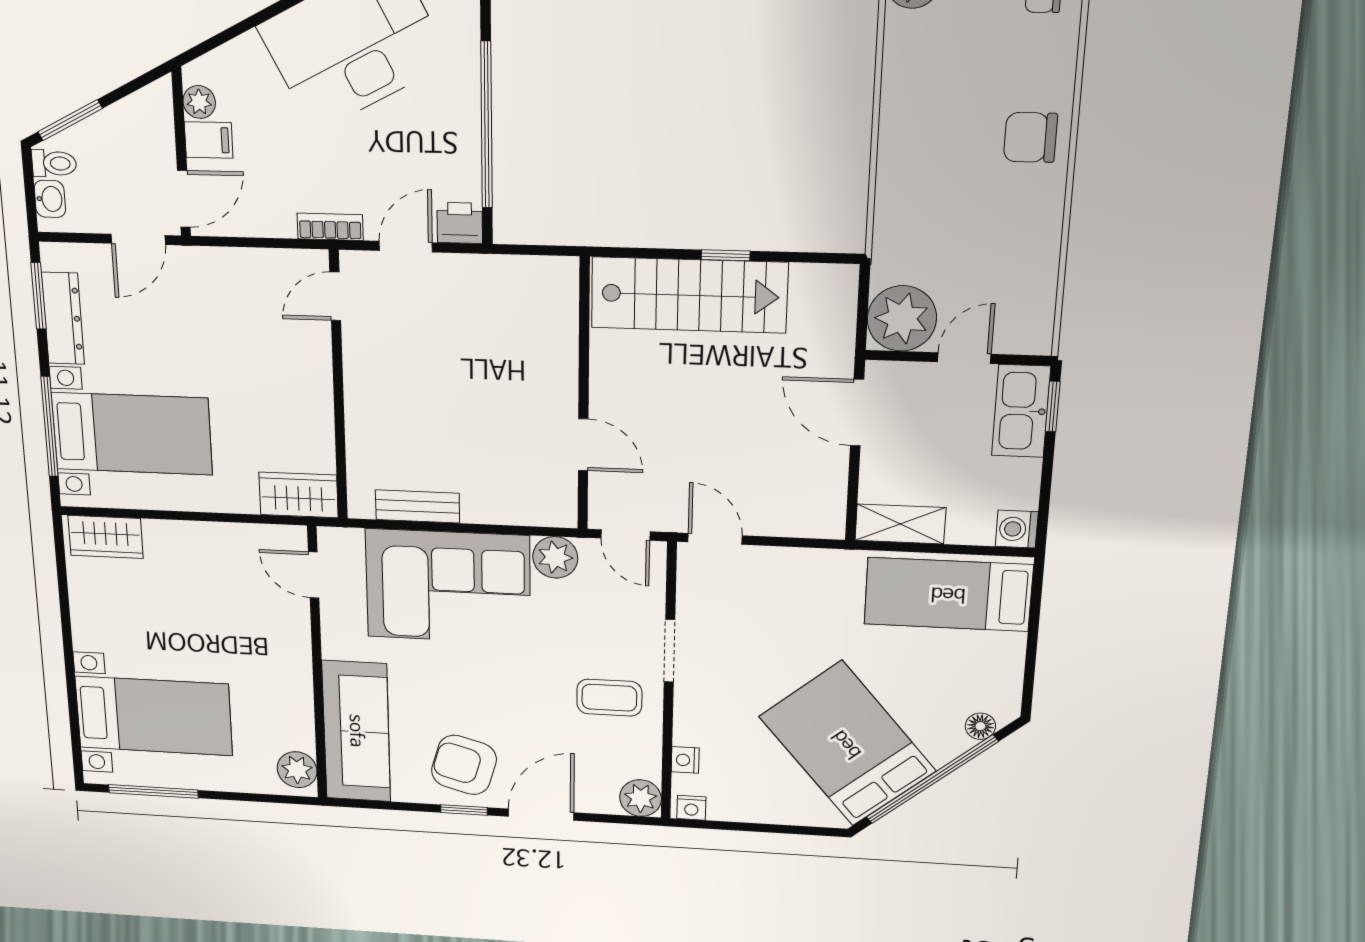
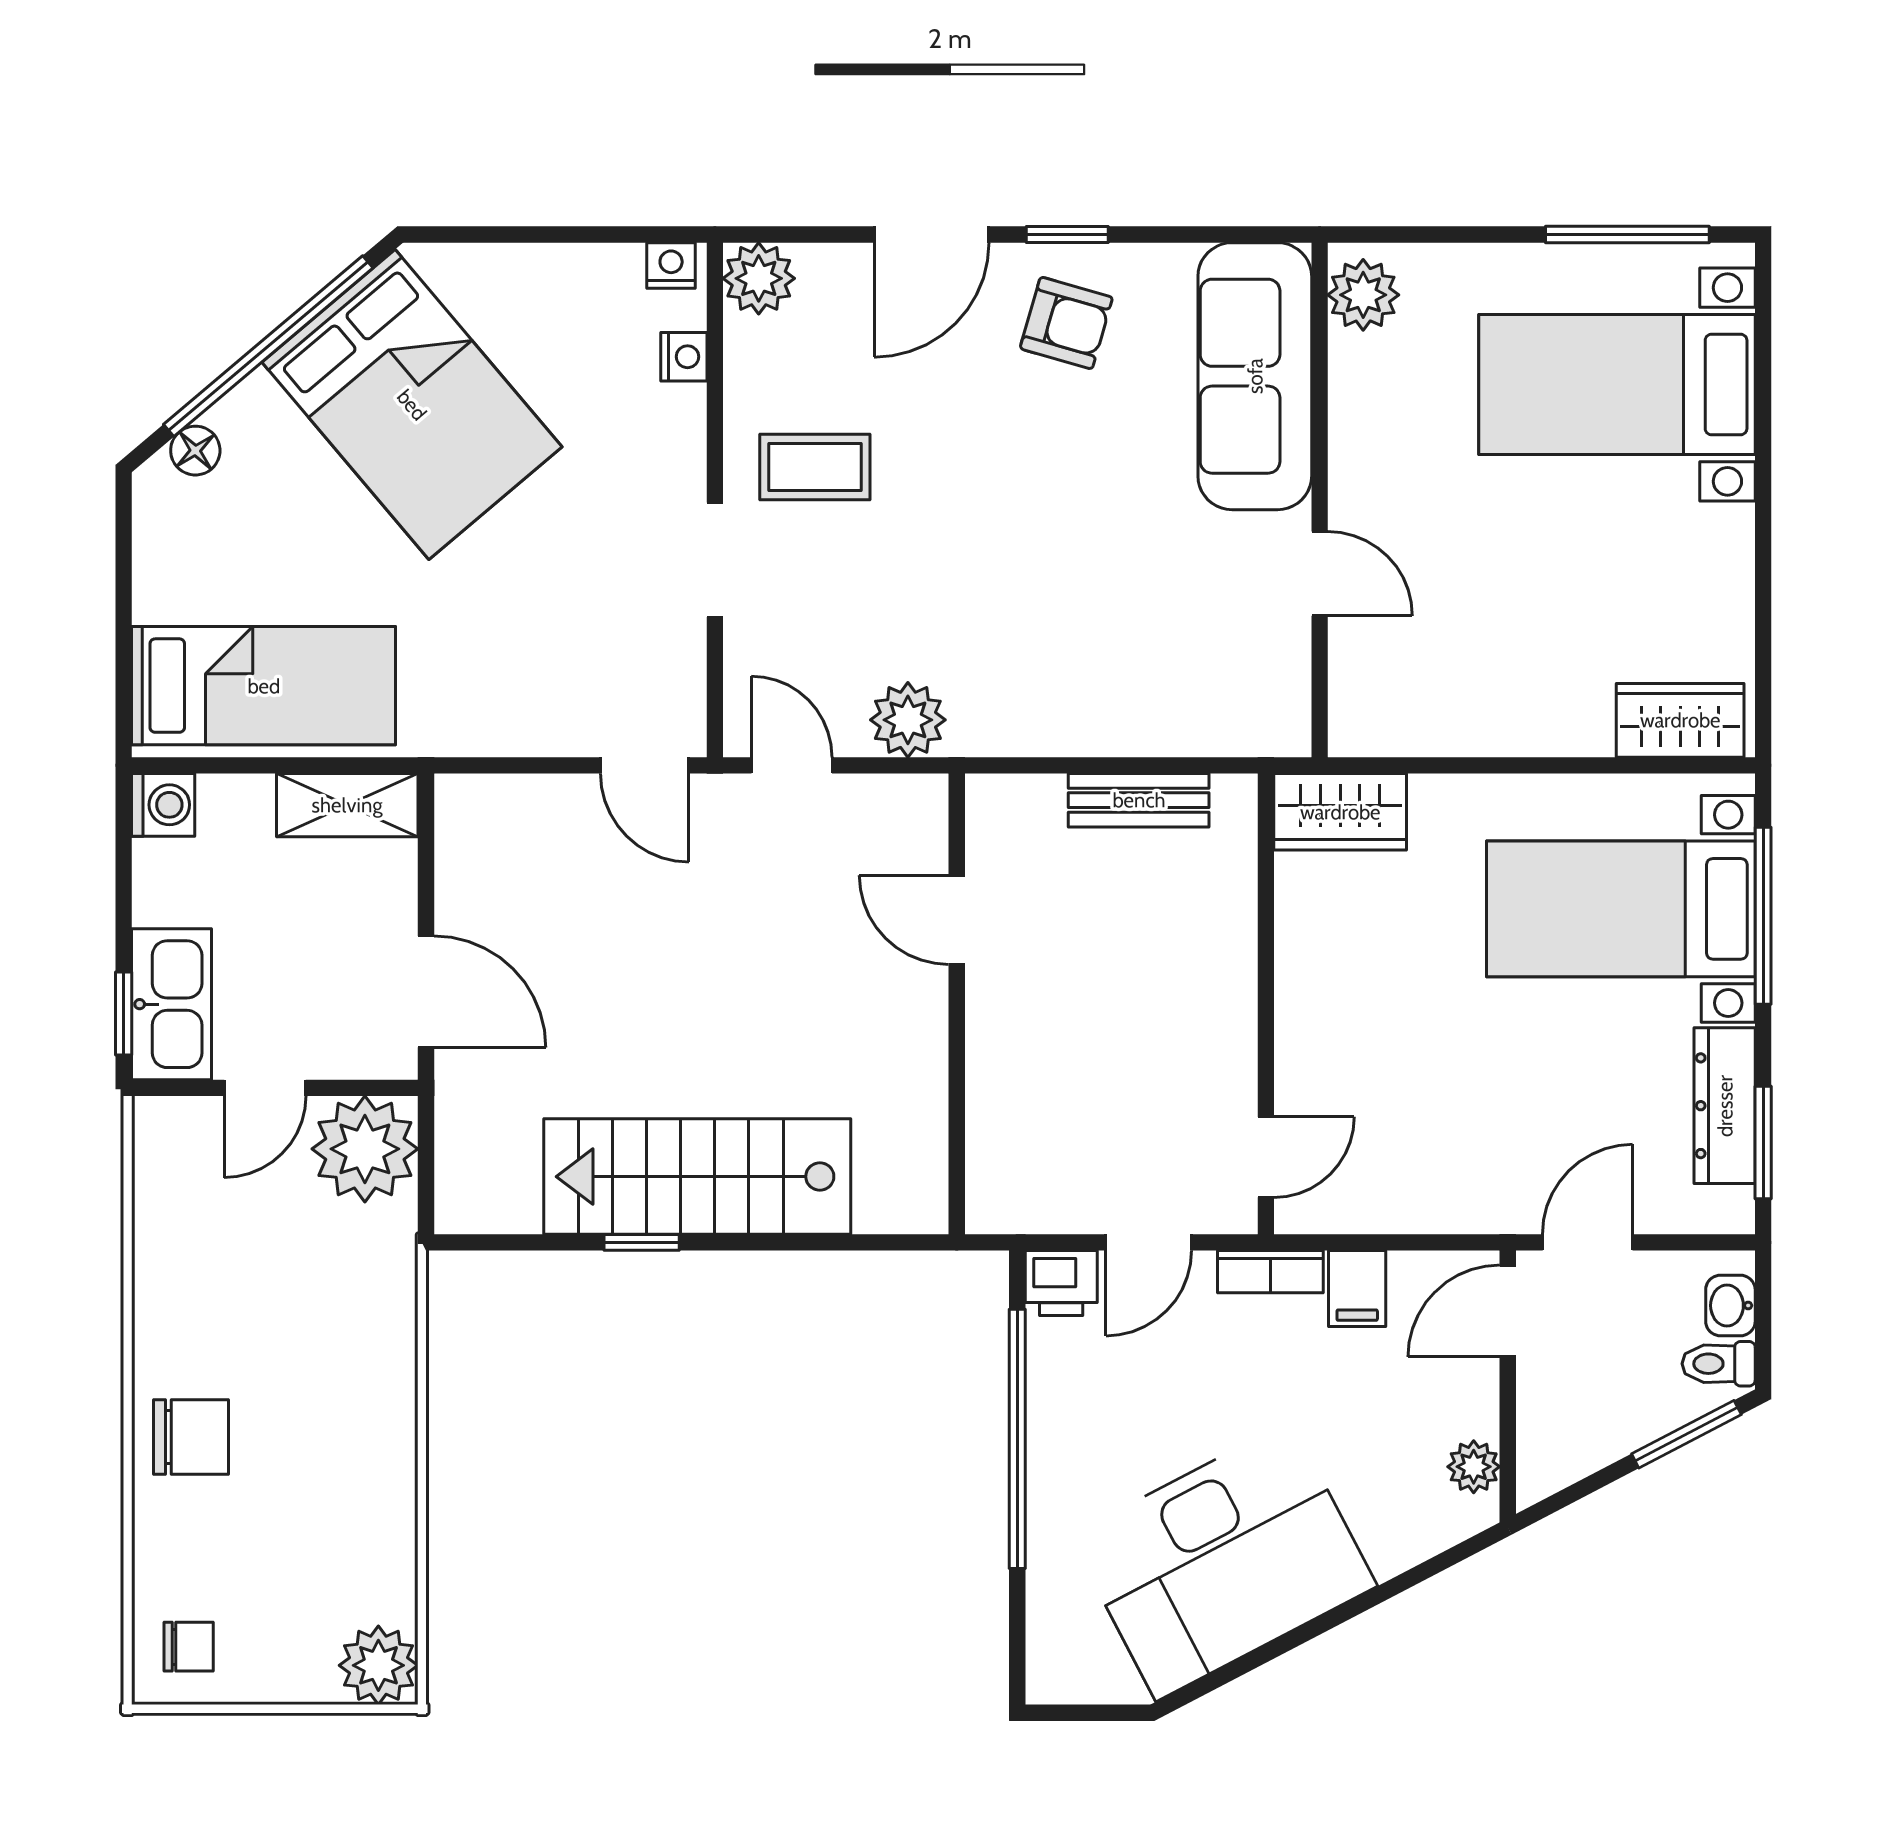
filing cabinet: (209, 140) -> (1357, 1289), moved, turned -90
wall: (584, 396) -> (957, 1004), moved
door: (583, 445) -> (957, 920), moved
door: (314, 575) -> (1320, 574), moved
corner sofa: (448, 586) -> (1090, 658), removed
armchair: (464, 765) -> (1066, 323), width x0.72, depth x0.72

